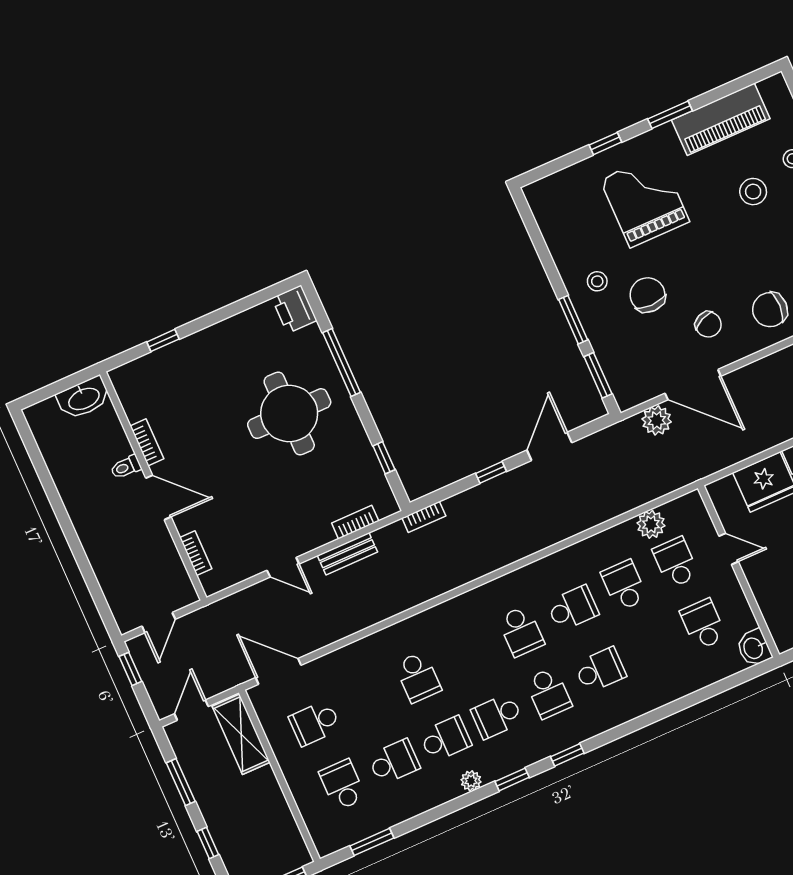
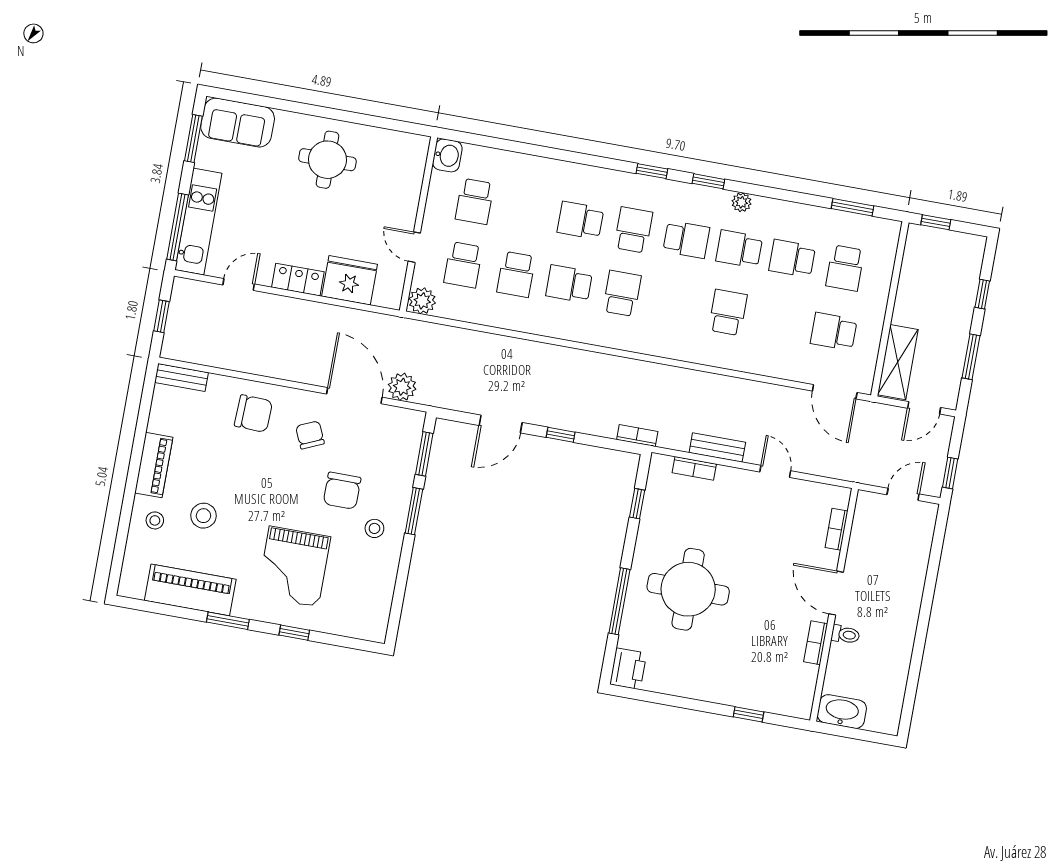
plant: (651, 524) -> (422, 301), moved
school desk: (315, 723) -> (834, 331), turned 180

